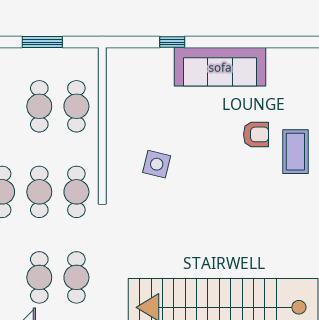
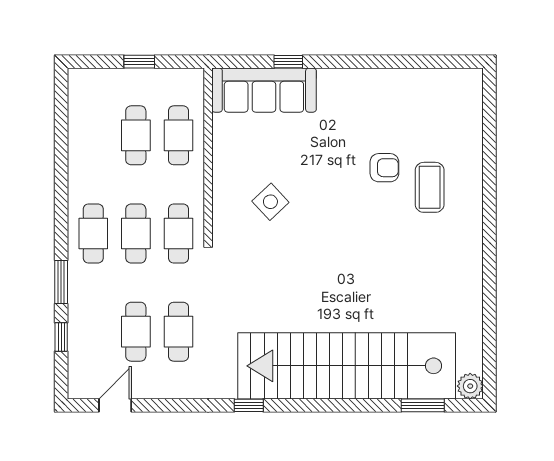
window: (42, 42) -> (139, 62), width x0.67
sofa: (220, 67) -> (264, 90), moved
side table: (157, 164) -> (270, 202), turned 33

